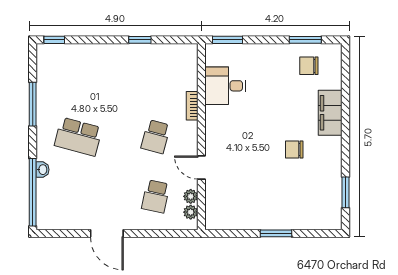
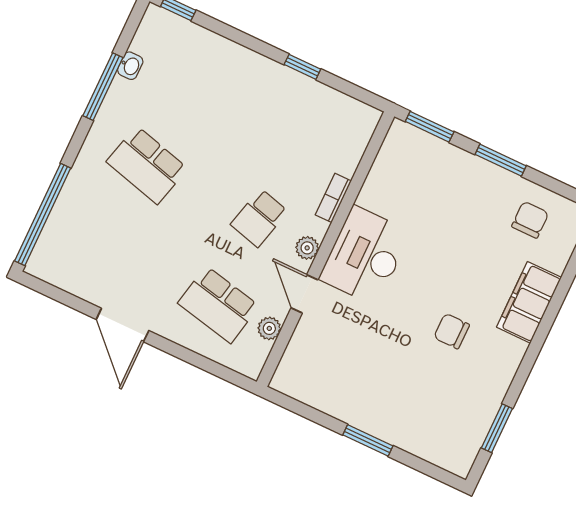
window: (305, 40) -> (501, 160), moved
chair: (309, 66) -> (530, 220), turned 90
desk: (225, 86) -> (365, 255), moved, width x1.37
washbasin: (42, 170) -> (130, 66), moved
school desk: (156, 196) -> (218, 305), width x1.85
plant: (191, 212) -> (307, 248), moved

